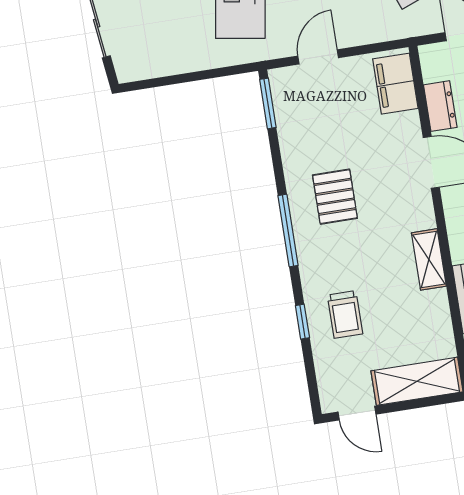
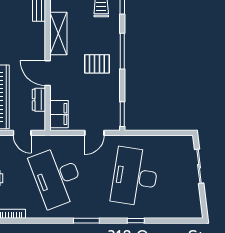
pallet: (335, 197) -> (97, 64), turned 90
shelving: (429, 259) -> (58, 33), width x1.50, depth x1.33

